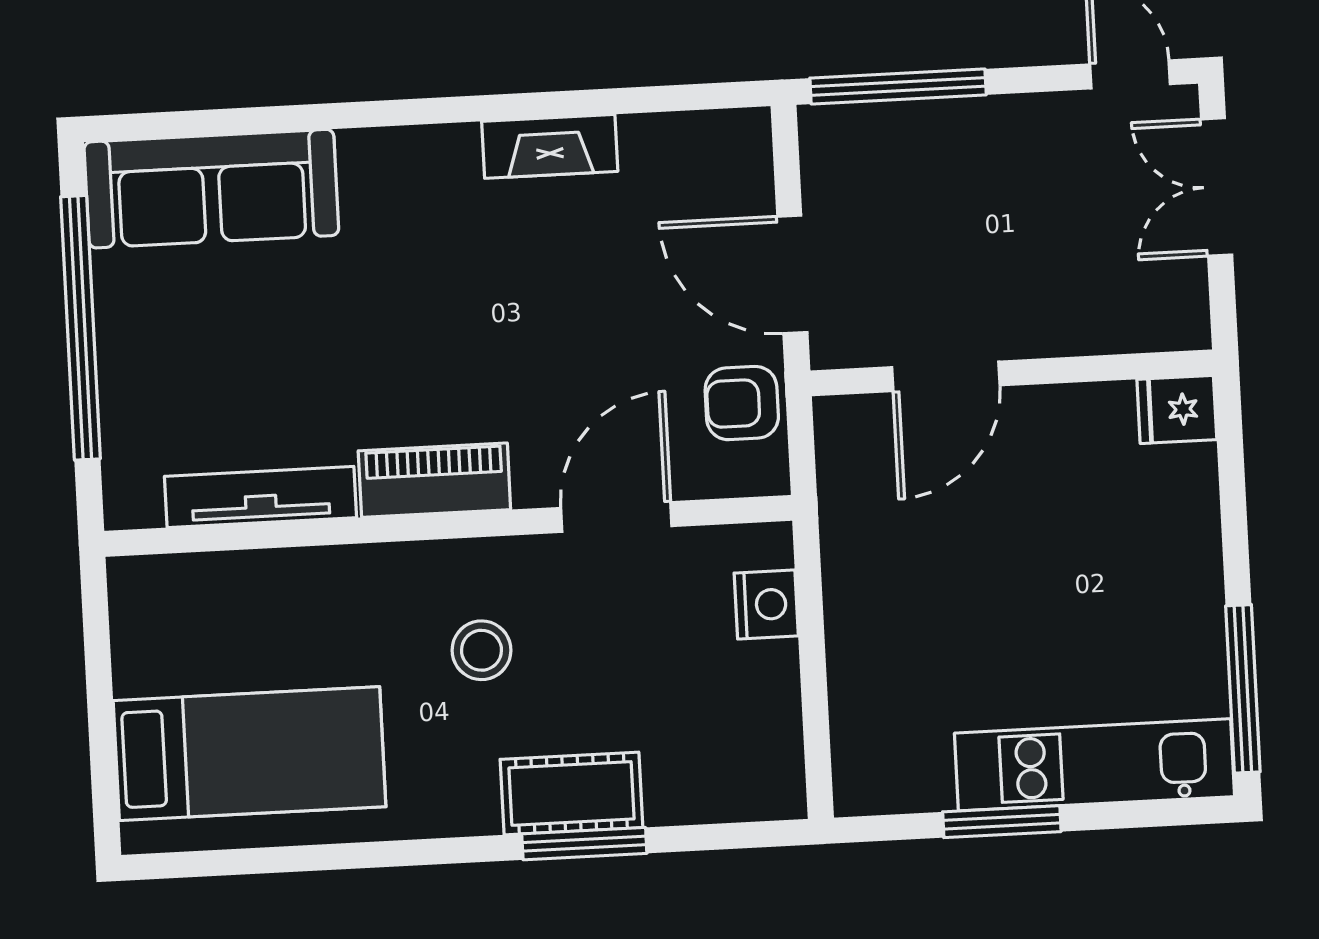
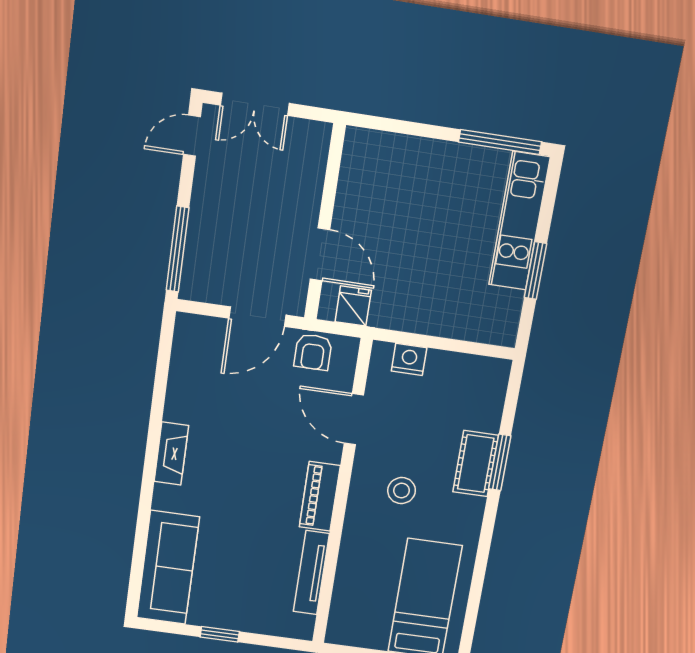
fireplace: (550, 146) -> (171, 453), moved
window: (80, 328) -> (220, 634), width x0.32
fridge: (1177, 409) -> (353, 306), moved, turned 180

